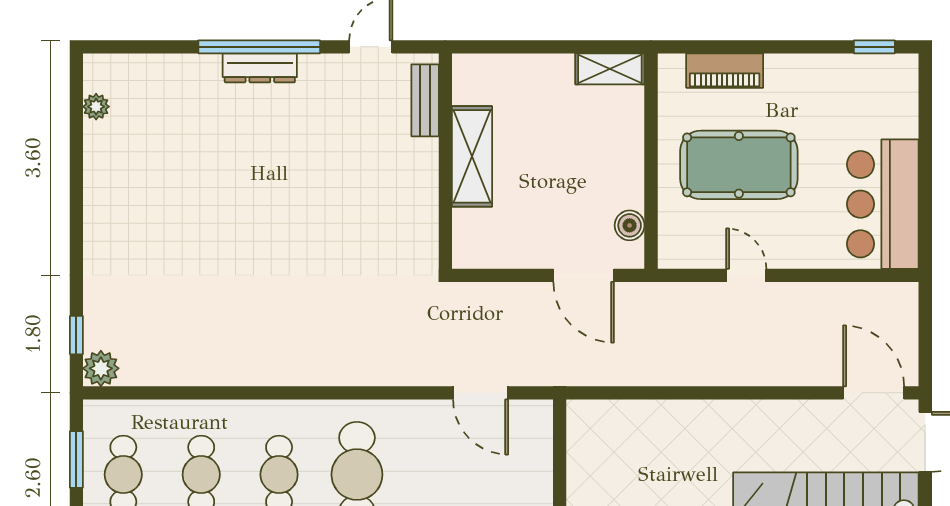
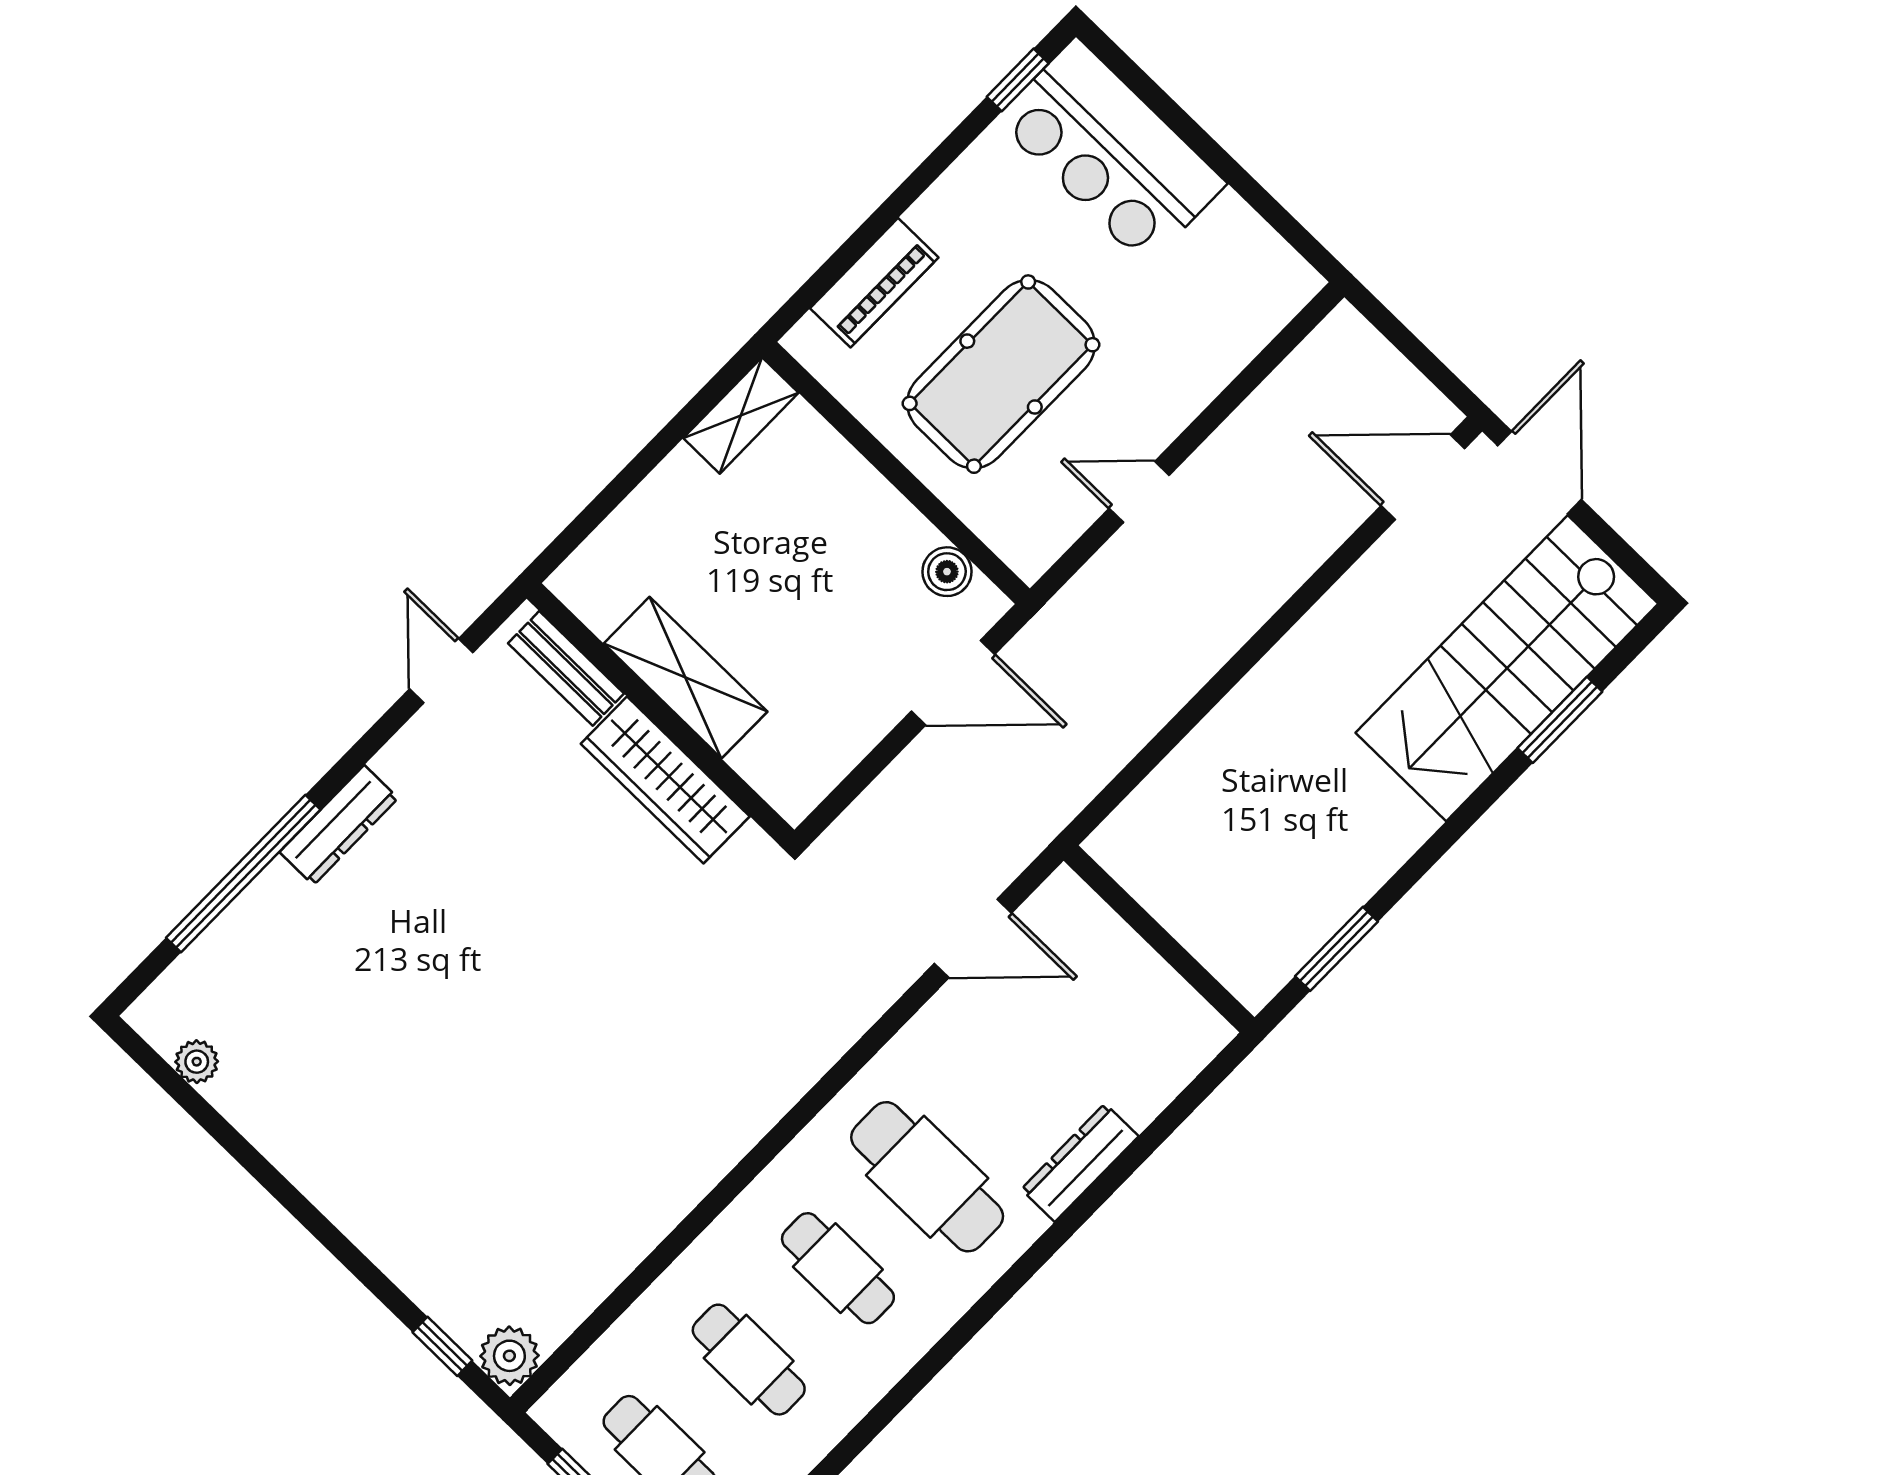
window: (259, 47) -> (243, 874), moved
wardrobe: (419, 191) -> (665, 780), added
bar counter: (883, 204) -> (1111, 152), moved

